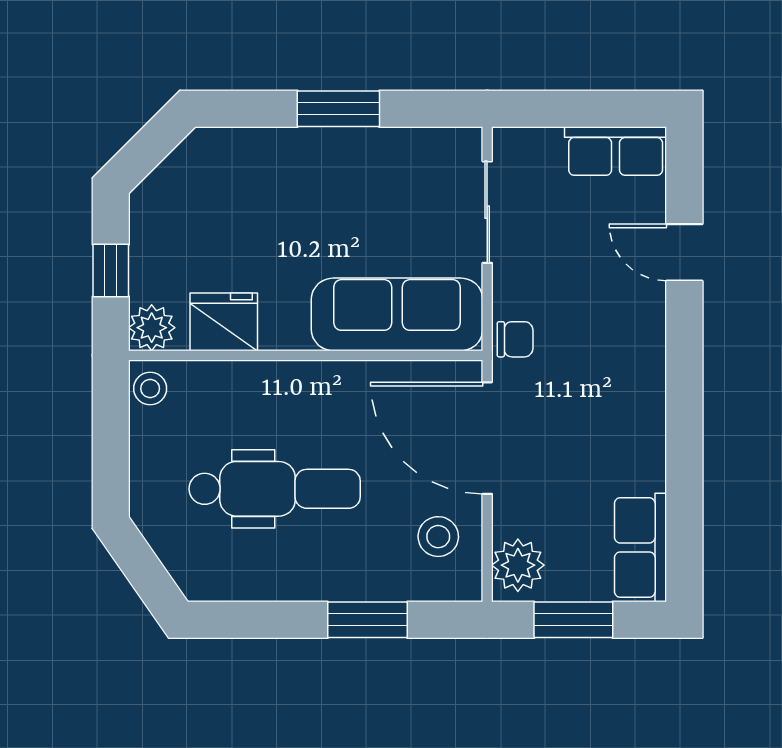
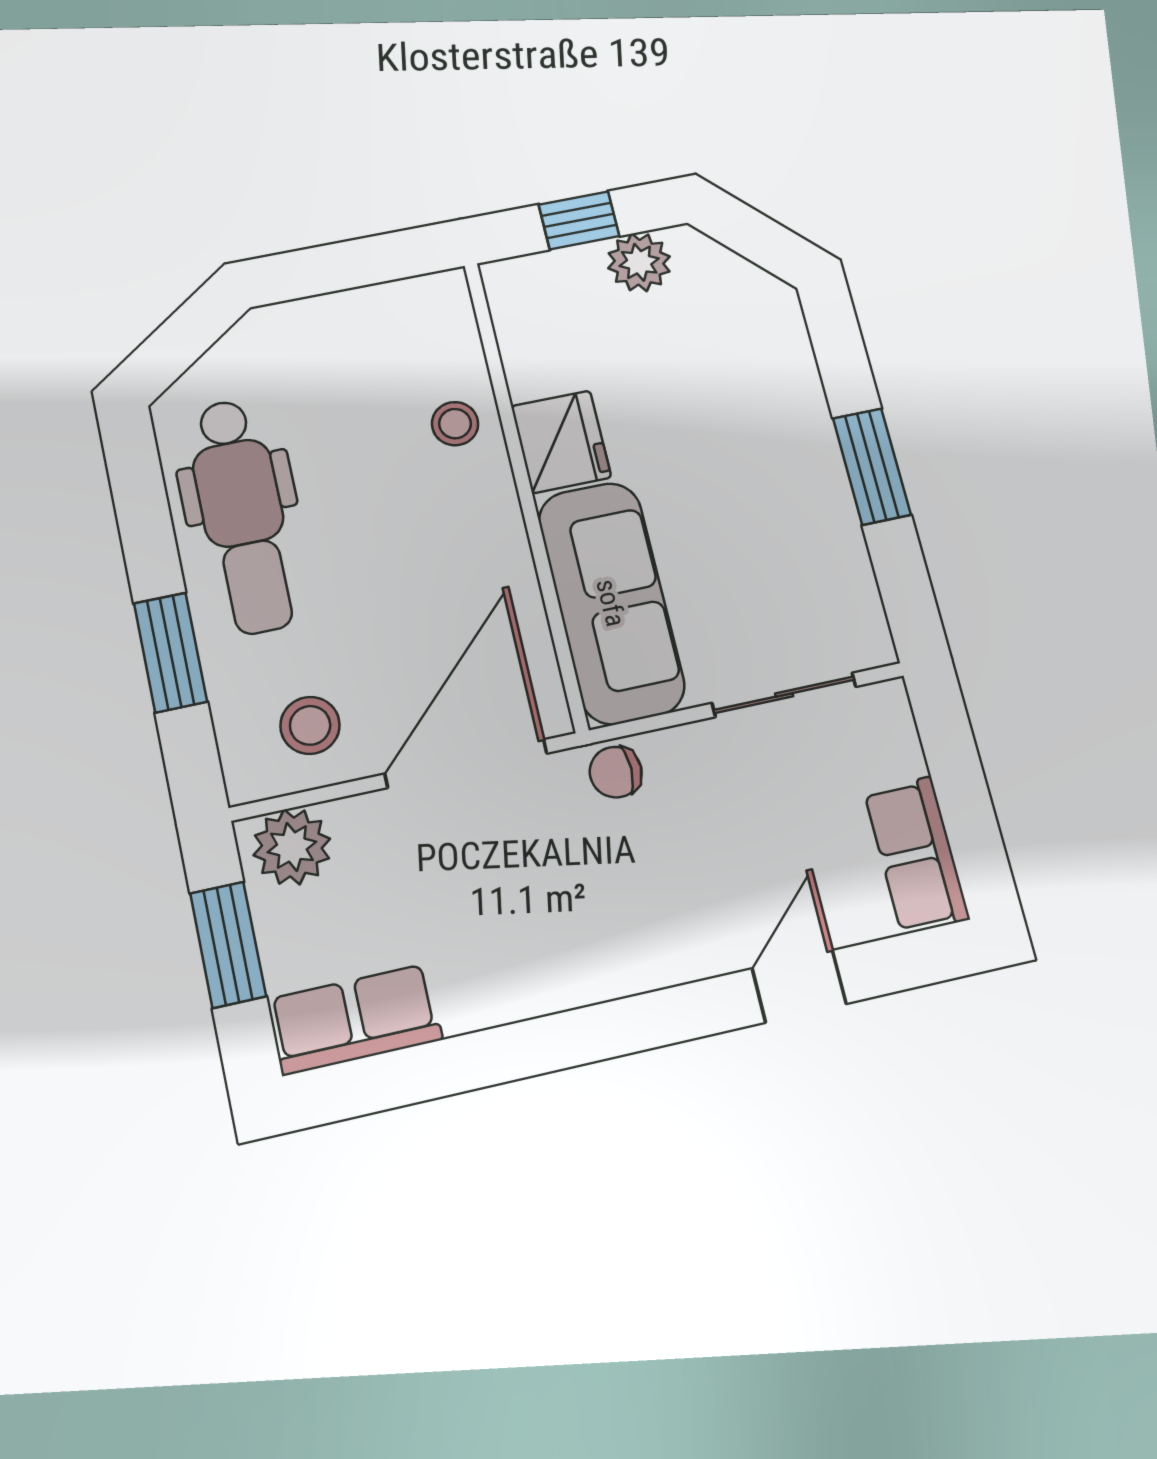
fridge: (224, 322) -> (561, 442), moved
plant: (152, 328) -> (639, 262), moved
chair: (515, 339) -> (616, 772), turned 90
stool: (150, 389) -> (455, 424), moved
dental chair: (275, 489) -> (243, 516), moved

